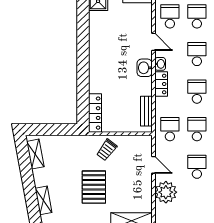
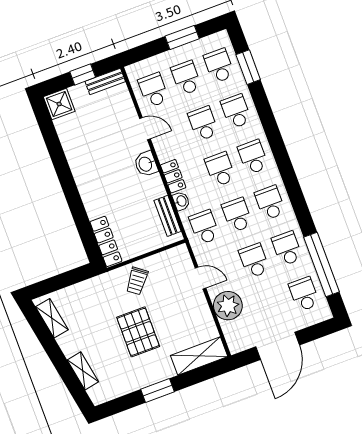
washbasin: (160, 64) -> (181, 201), moved

